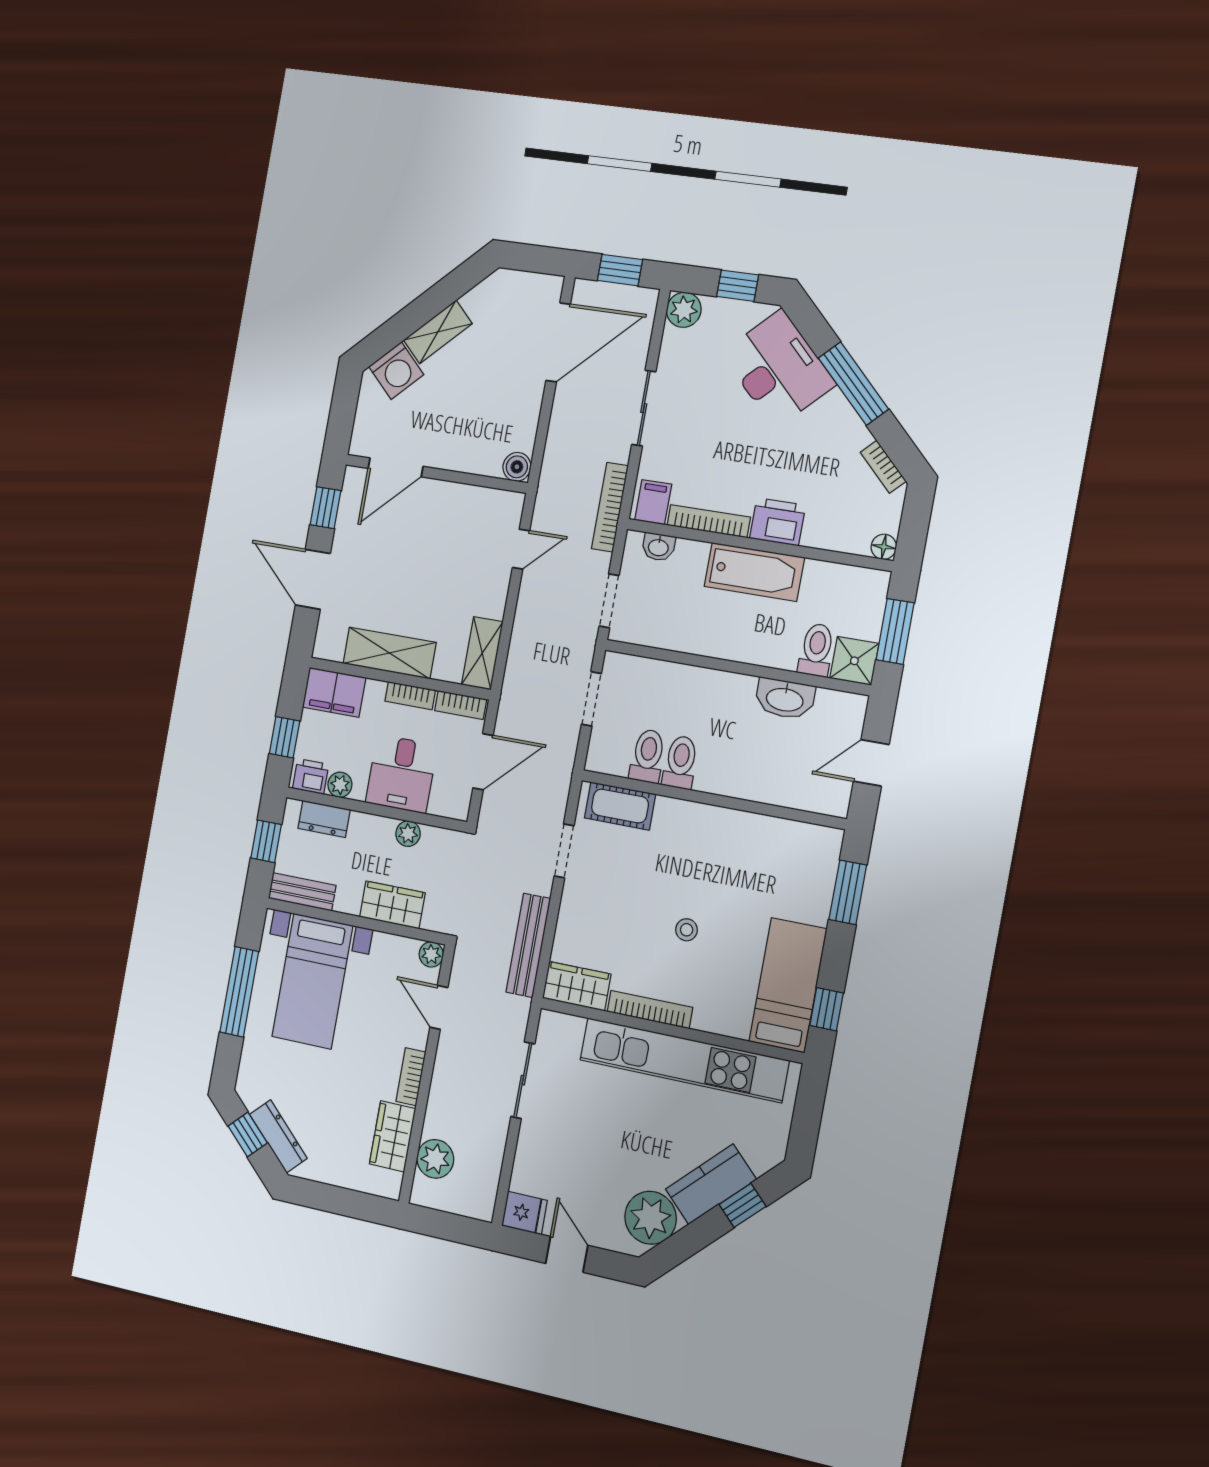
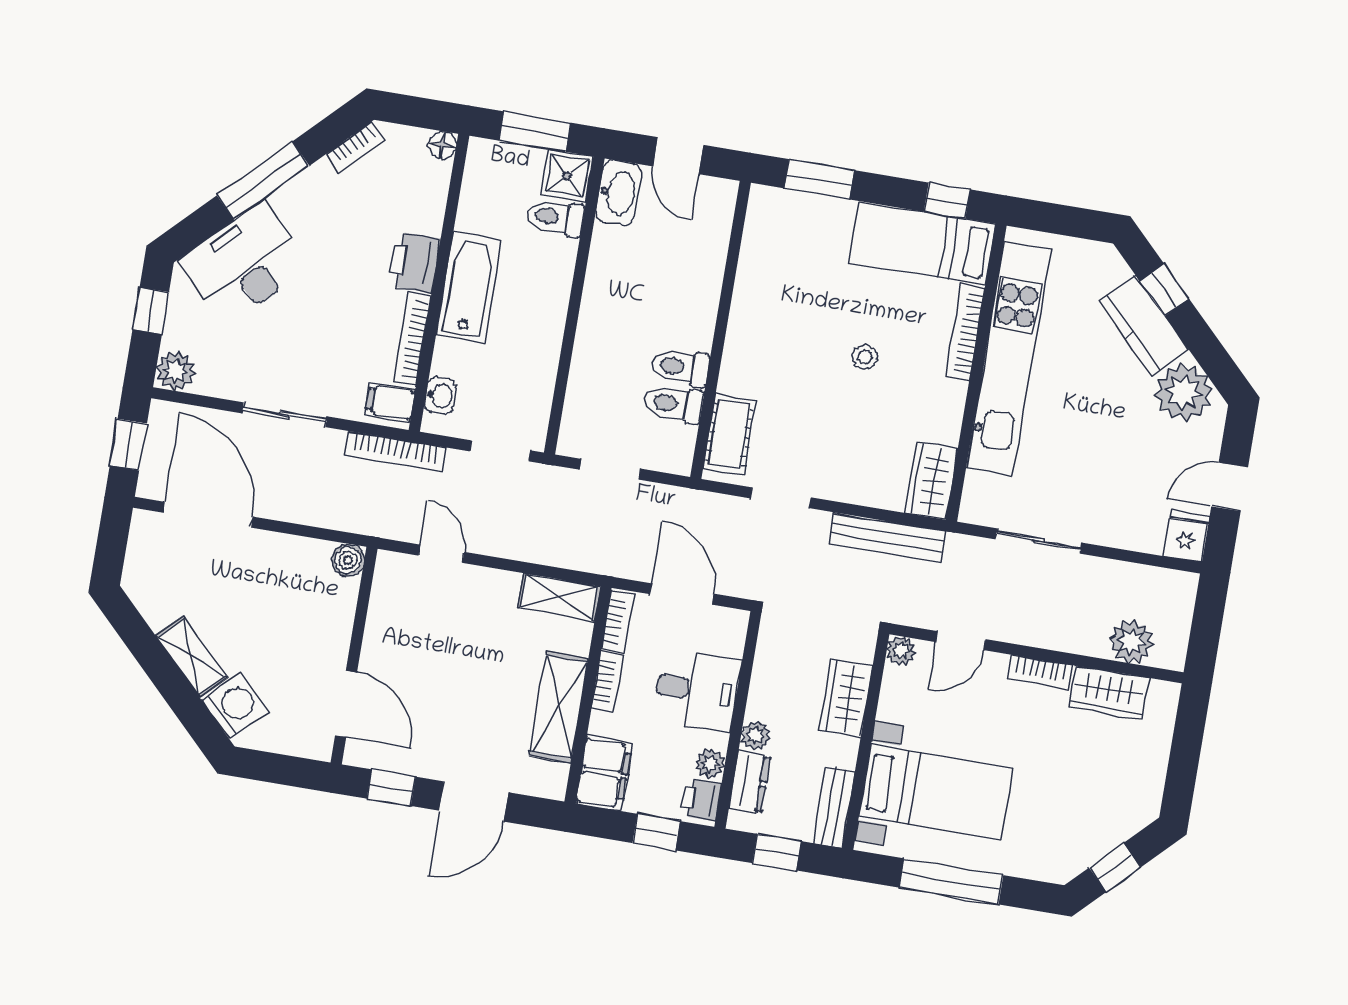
washbasin: (785, 699) -> (618, 193), moved
plant: (408, 834) -> (756, 736), moved
bookcase: (650, 1010) -> (965, 333), moved
dresser: (278, 1136) -> (1115, 830), removed

